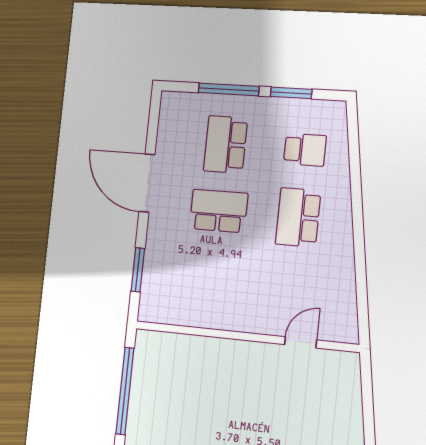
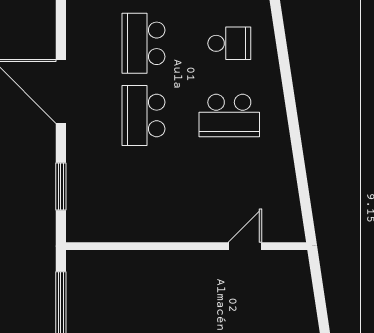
school desk: (219, 211) -> (143, 115), turned -90
school desk: (298, 217) -> (229, 115), turned -90

